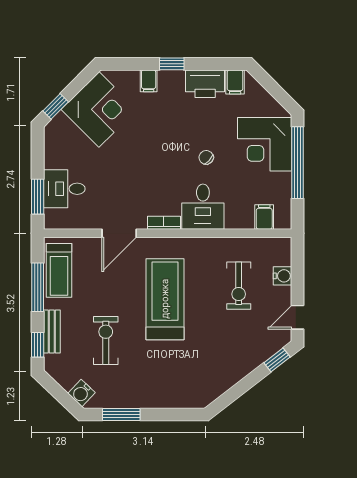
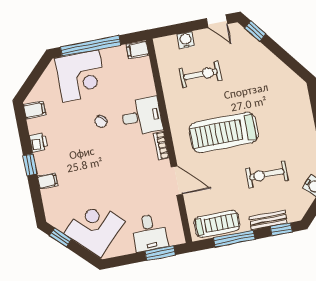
printer: (205, 84) -> (39, 142), width x0.53, depth x0.68
window: (56, 106) -> (61, 237), moved
corner desk: (99, 109) -> (94, 227), moved
filing cabinet: (264, 217) -> (137, 50), moved

